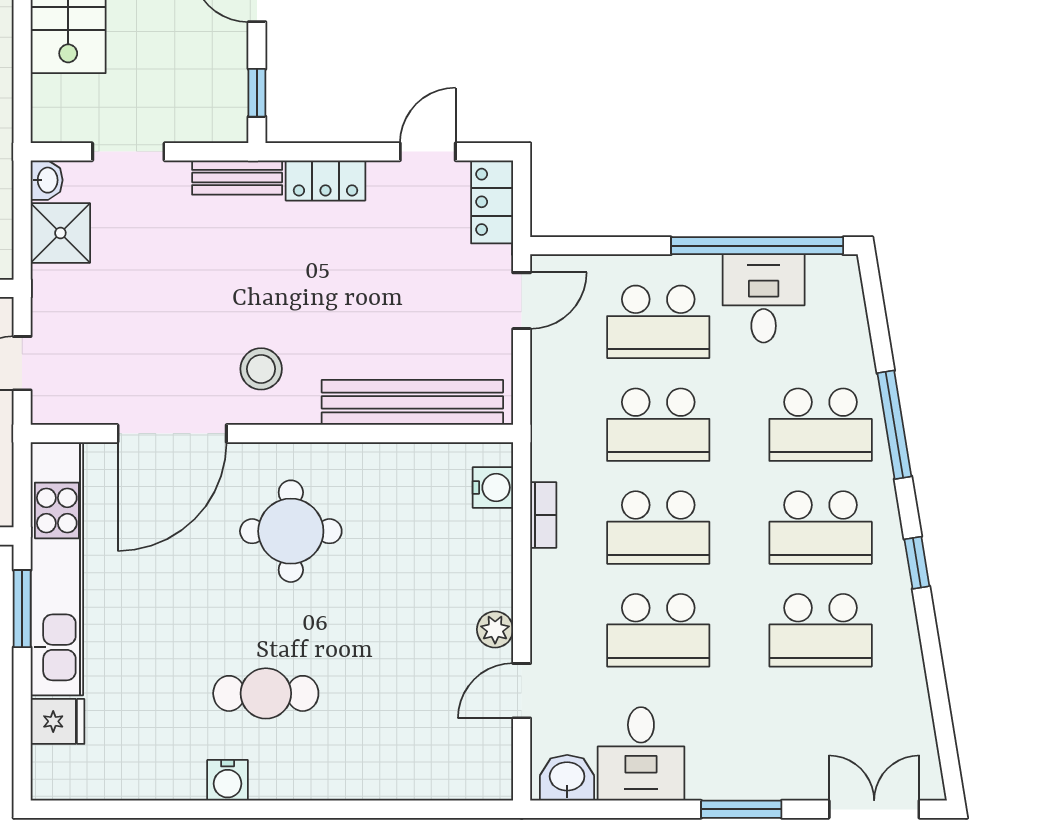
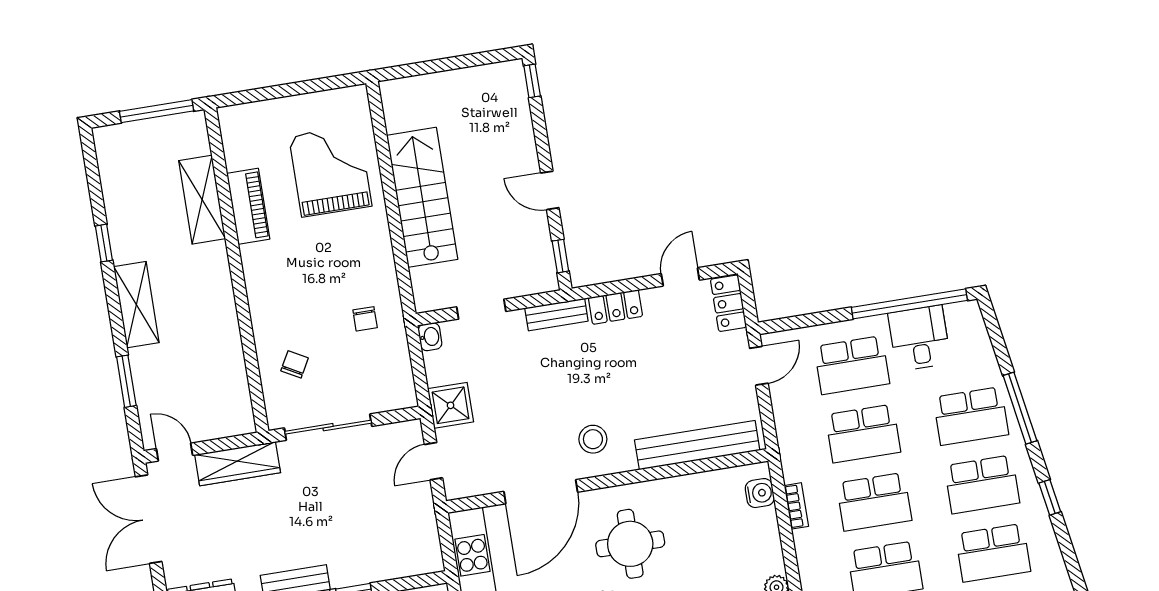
shower: (60, 233) -> (451, 405), moved

